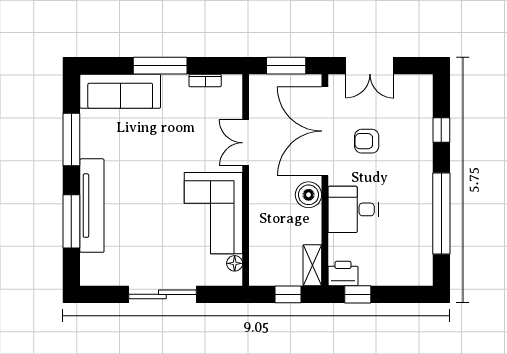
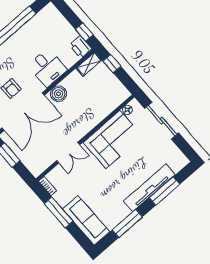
double door: (246, 143) -> (68, 153), moved
wall: (246, 180) -> (85, 138), moved
corner sofa: (213, 213) -> (113, 139), moved
floor lamp: (235, 263) -> (127, 110), moved

